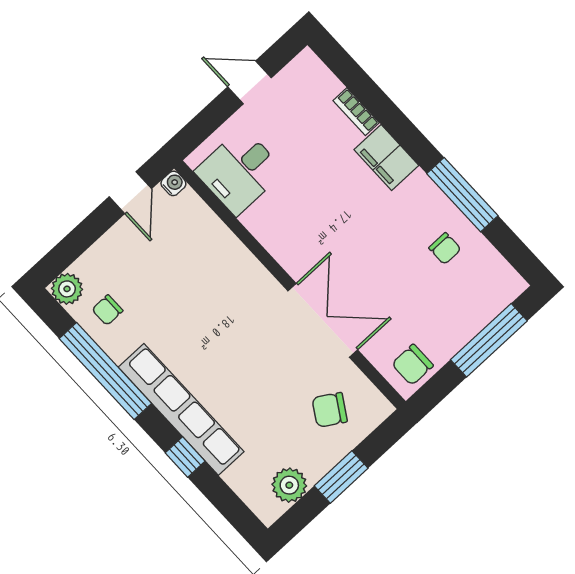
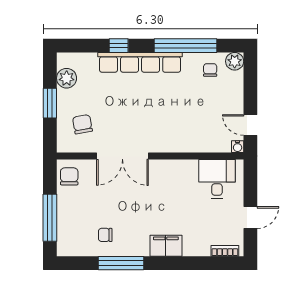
bookcase: (356, 112) -> (225, 251), moved
chair: (330, 410) -> (82, 124), turned -42

